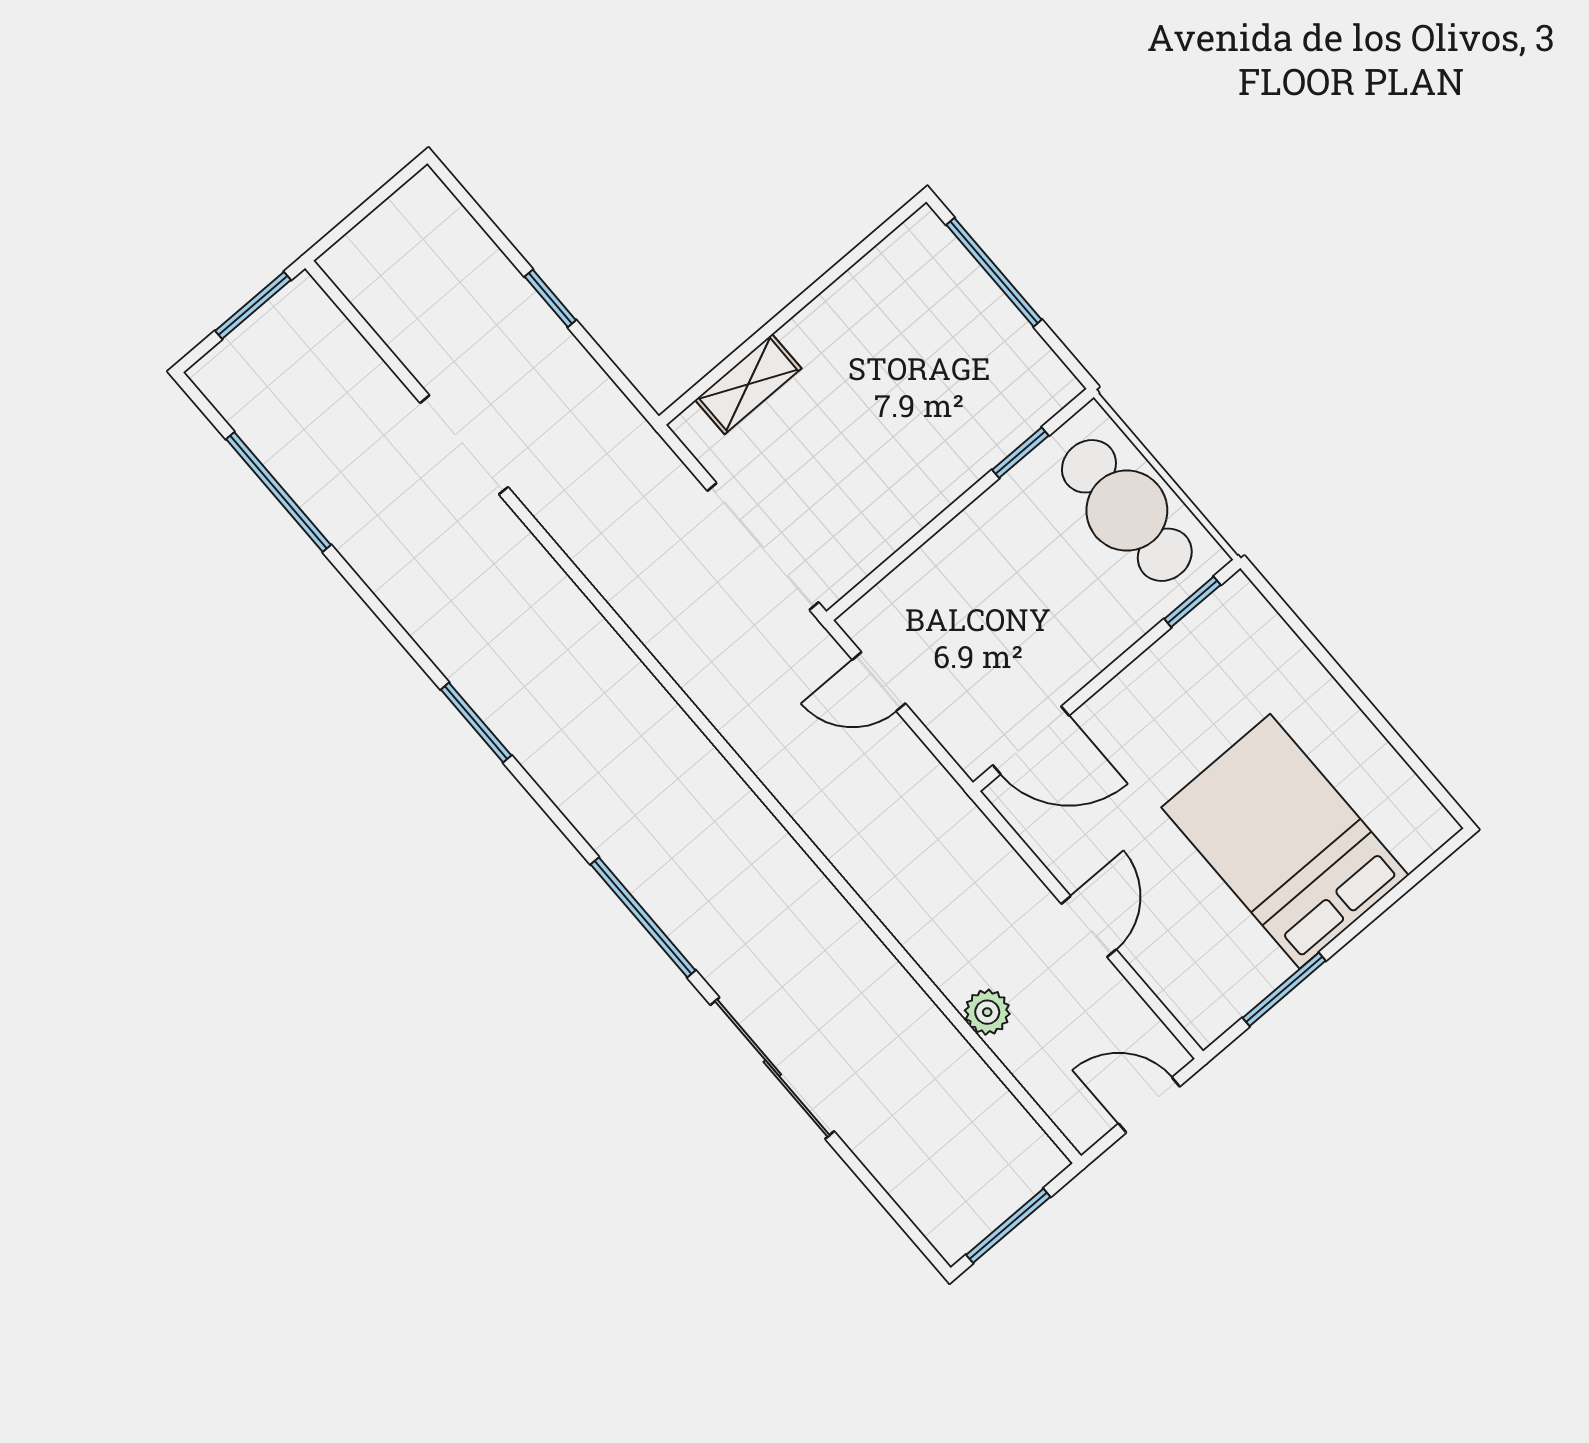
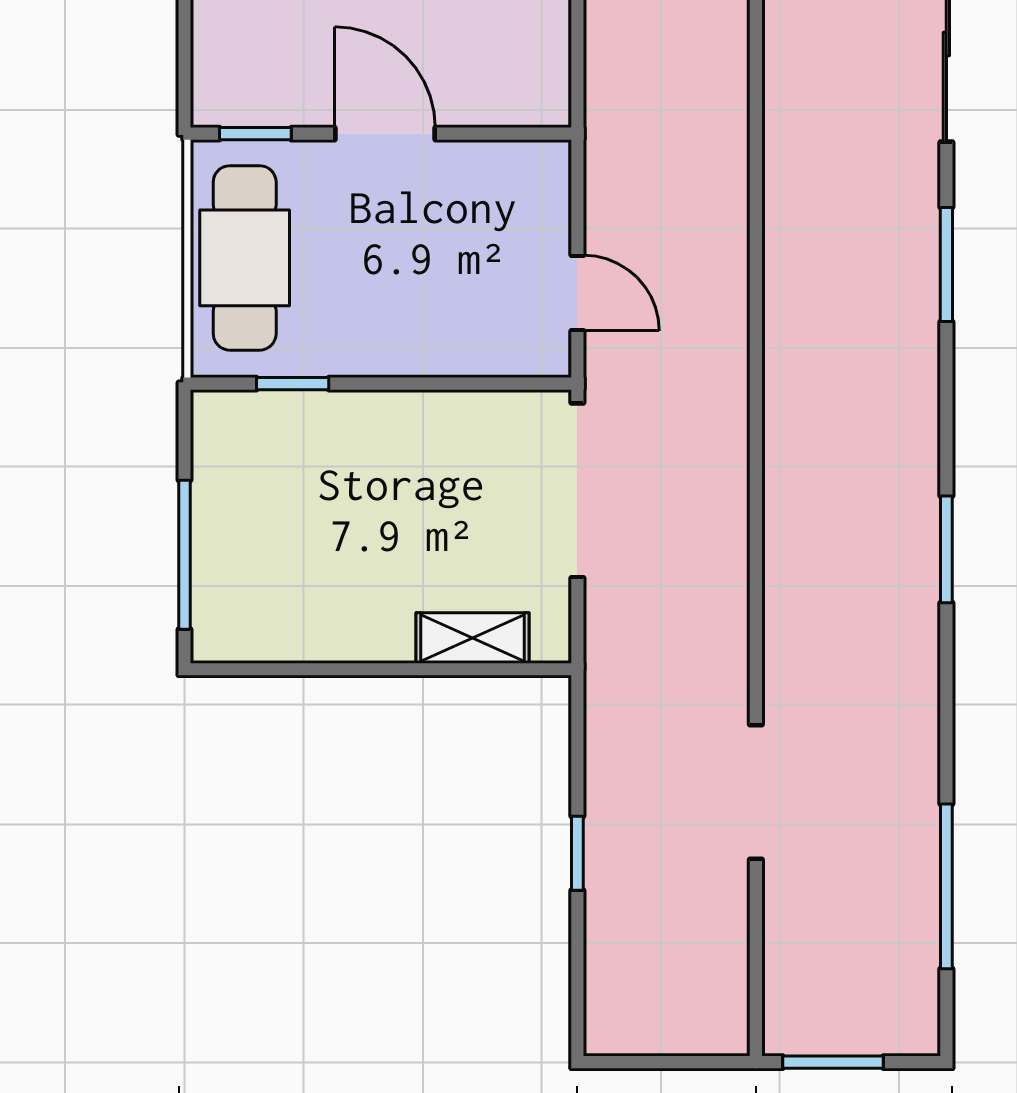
door: (1031, 740) -> (385, 134), moved
window: (643, 917) -> (946, 264), width x0.69

